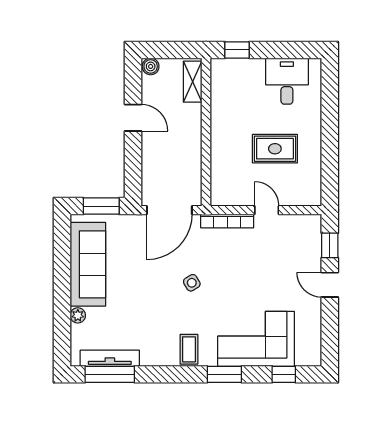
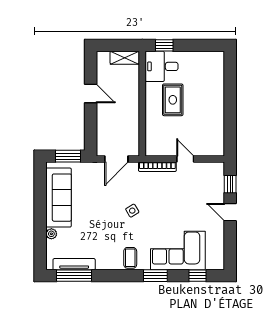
boiler: (151, 66) -> (103, 57), removed
desk: (287, 81) -> (162, 66), moved, turned -90
shelving: (193, 82) -> (125, 58), moved, turned 90
rug: (275, 149) -> (173, 100), moved, turned 90
door: (169, 210) -> (116, 159), width x0.73

